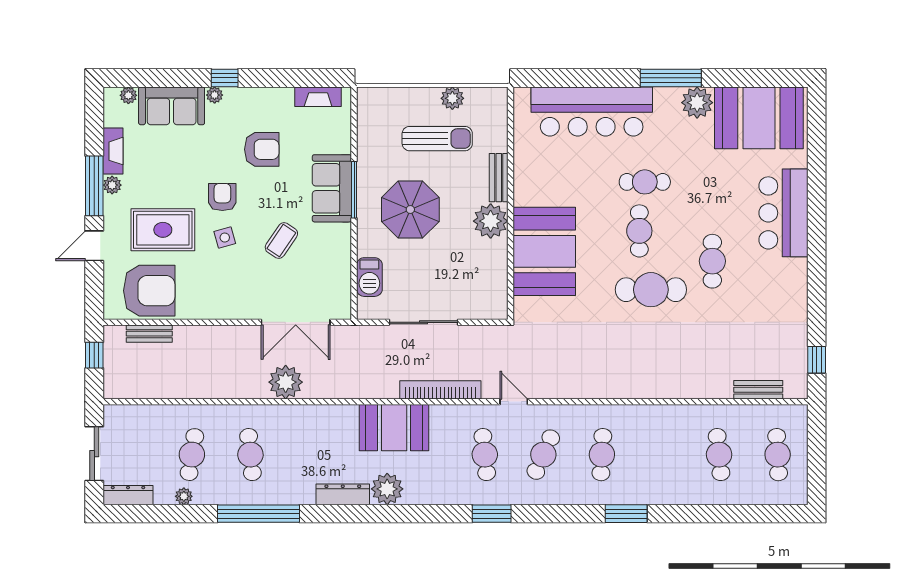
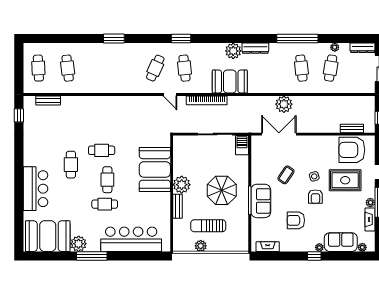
barbecue: (369, 277) -> (242, 145), moved
cafe table: (651, 290) -> (102, 150), width x0.73, depth x0.74
cafe table: (602, 455) -> (126, 68), removed

